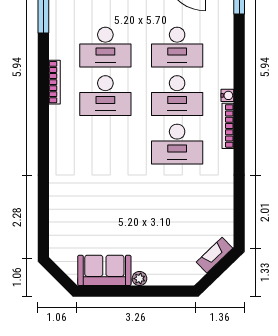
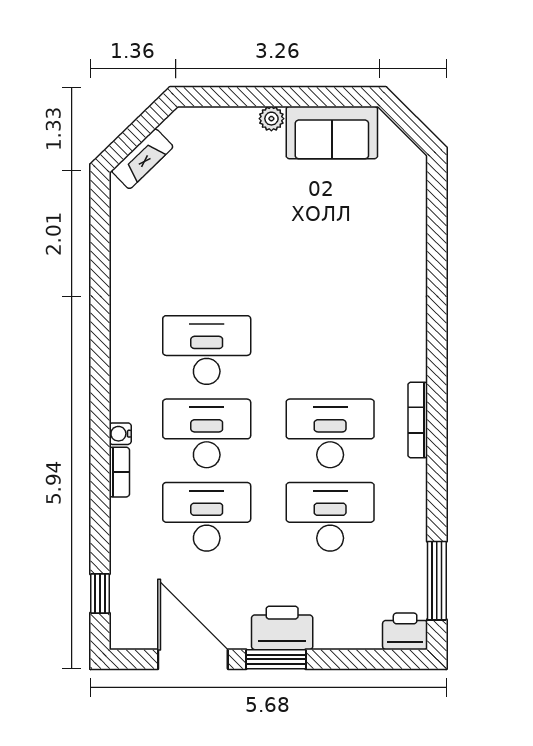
bookcase: (54, 82) -> (418, 420), moved
bookcase: (228, 126) -> (119, 472), moved, width x0.64

